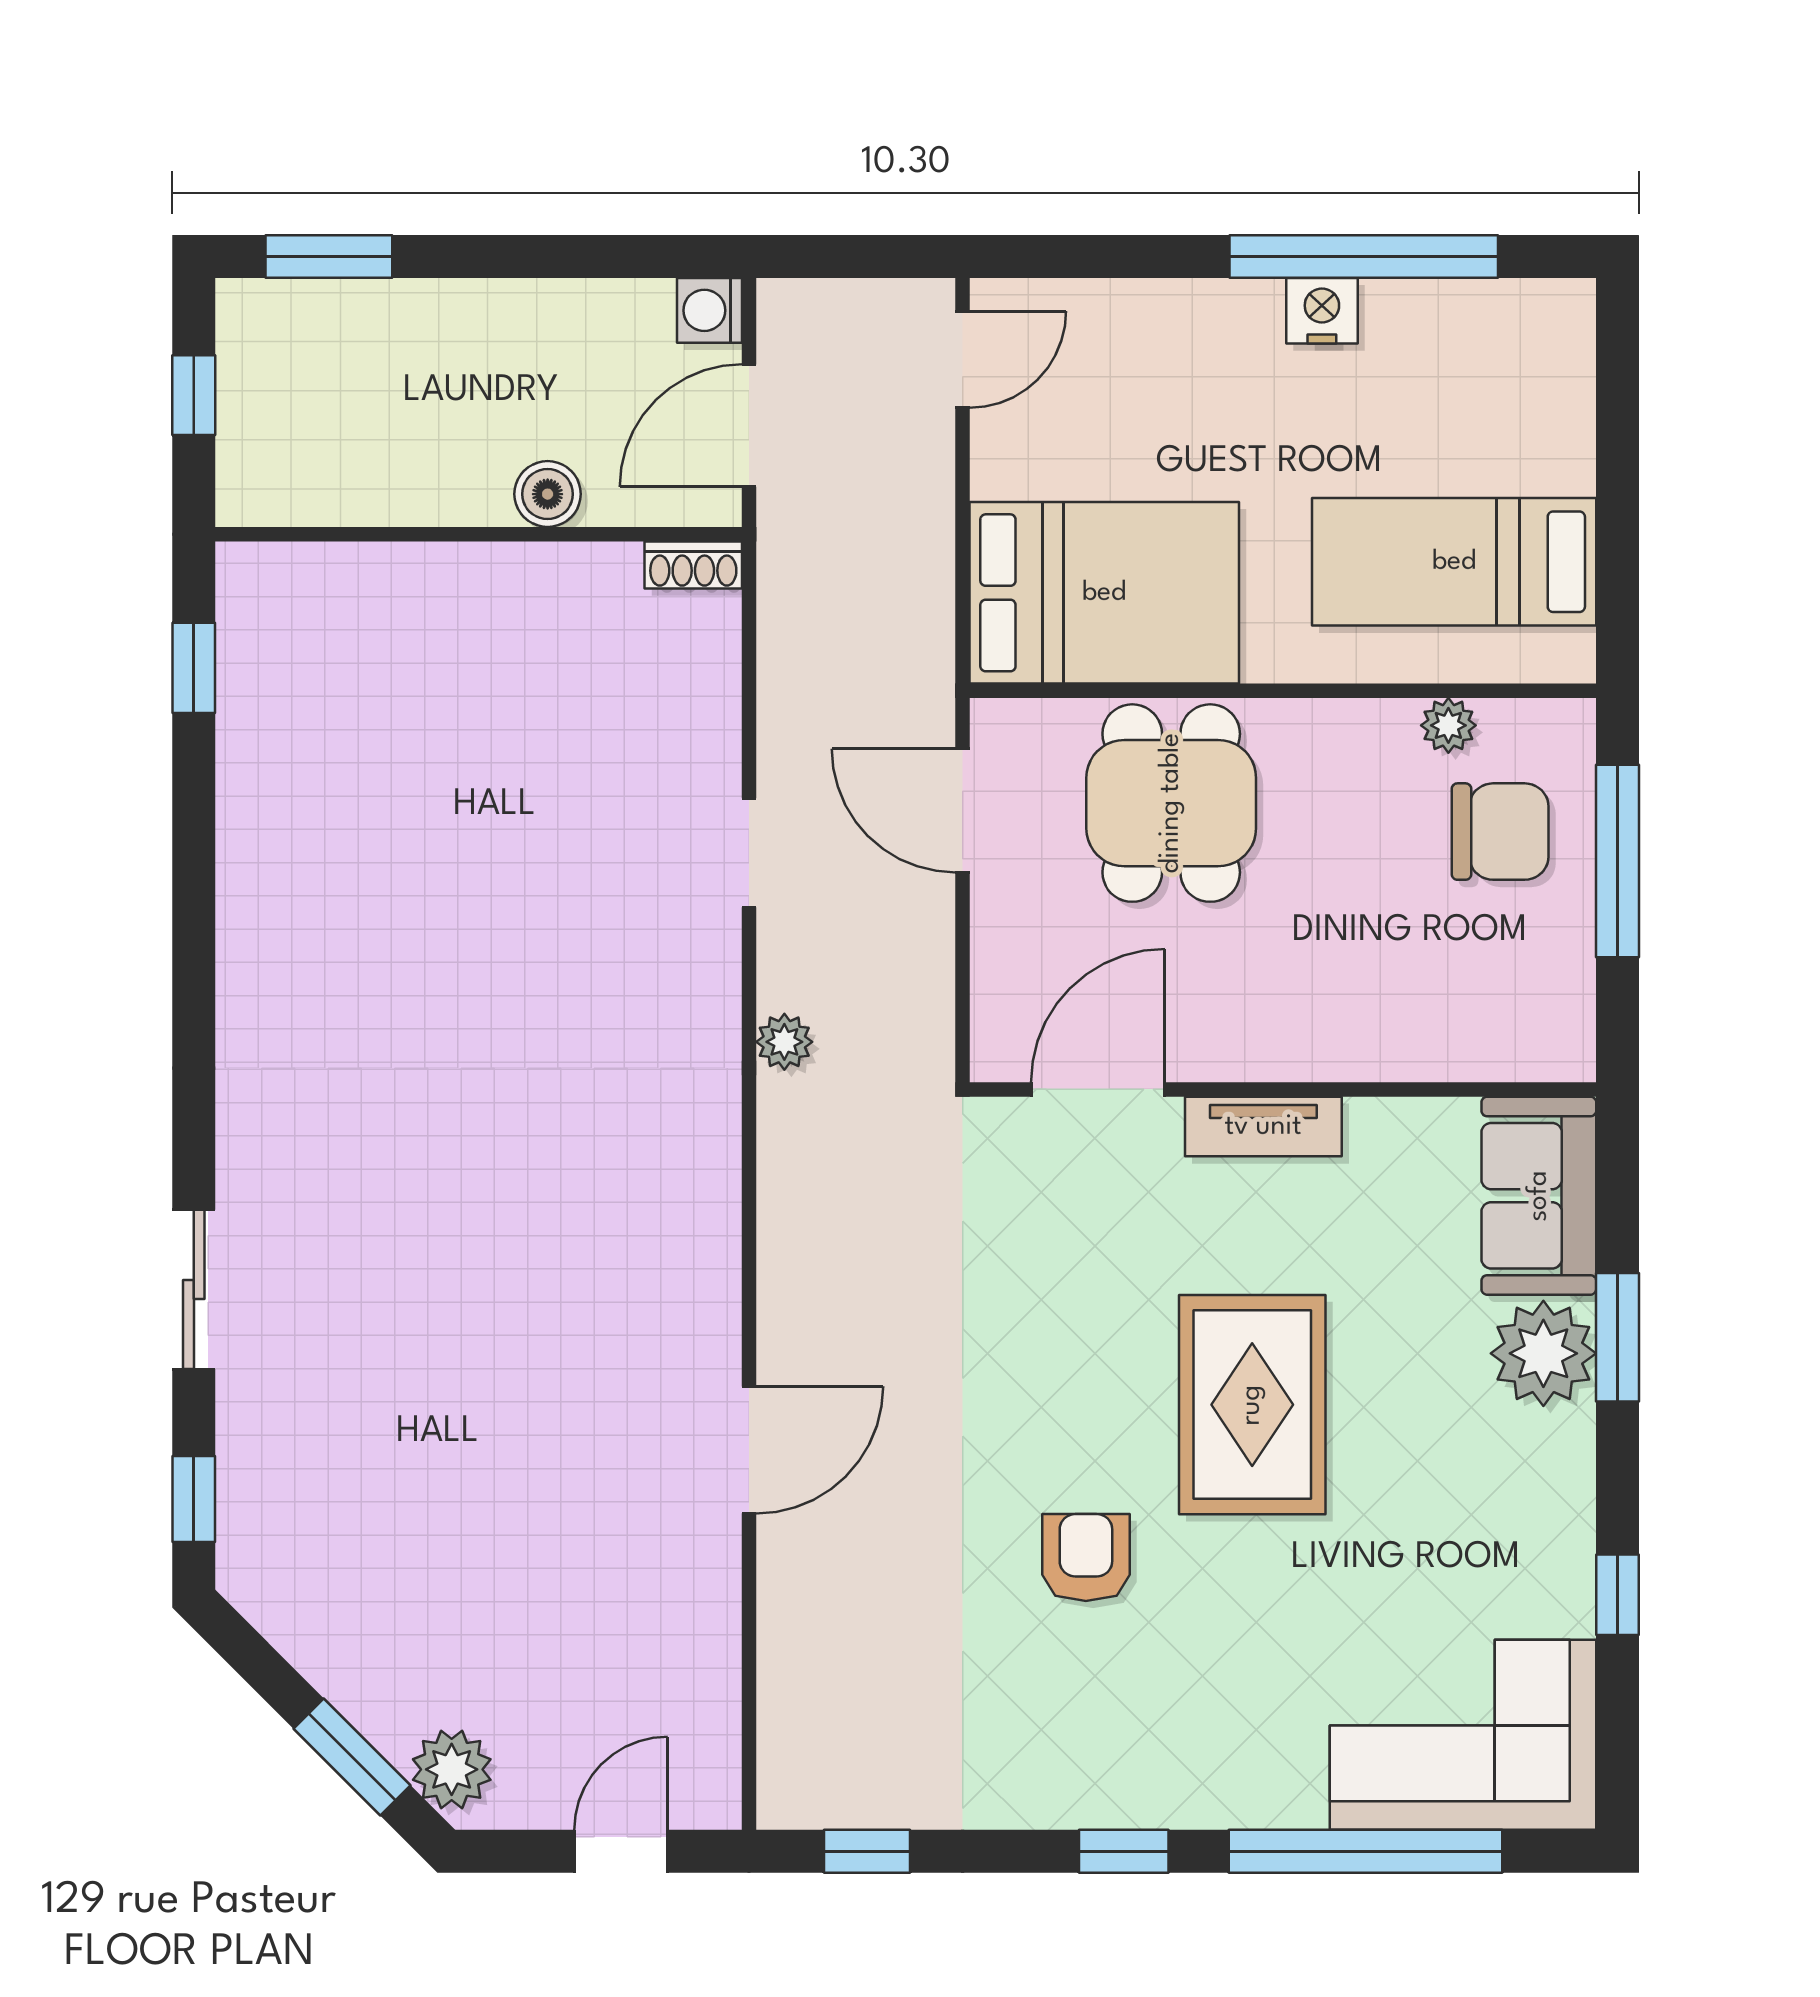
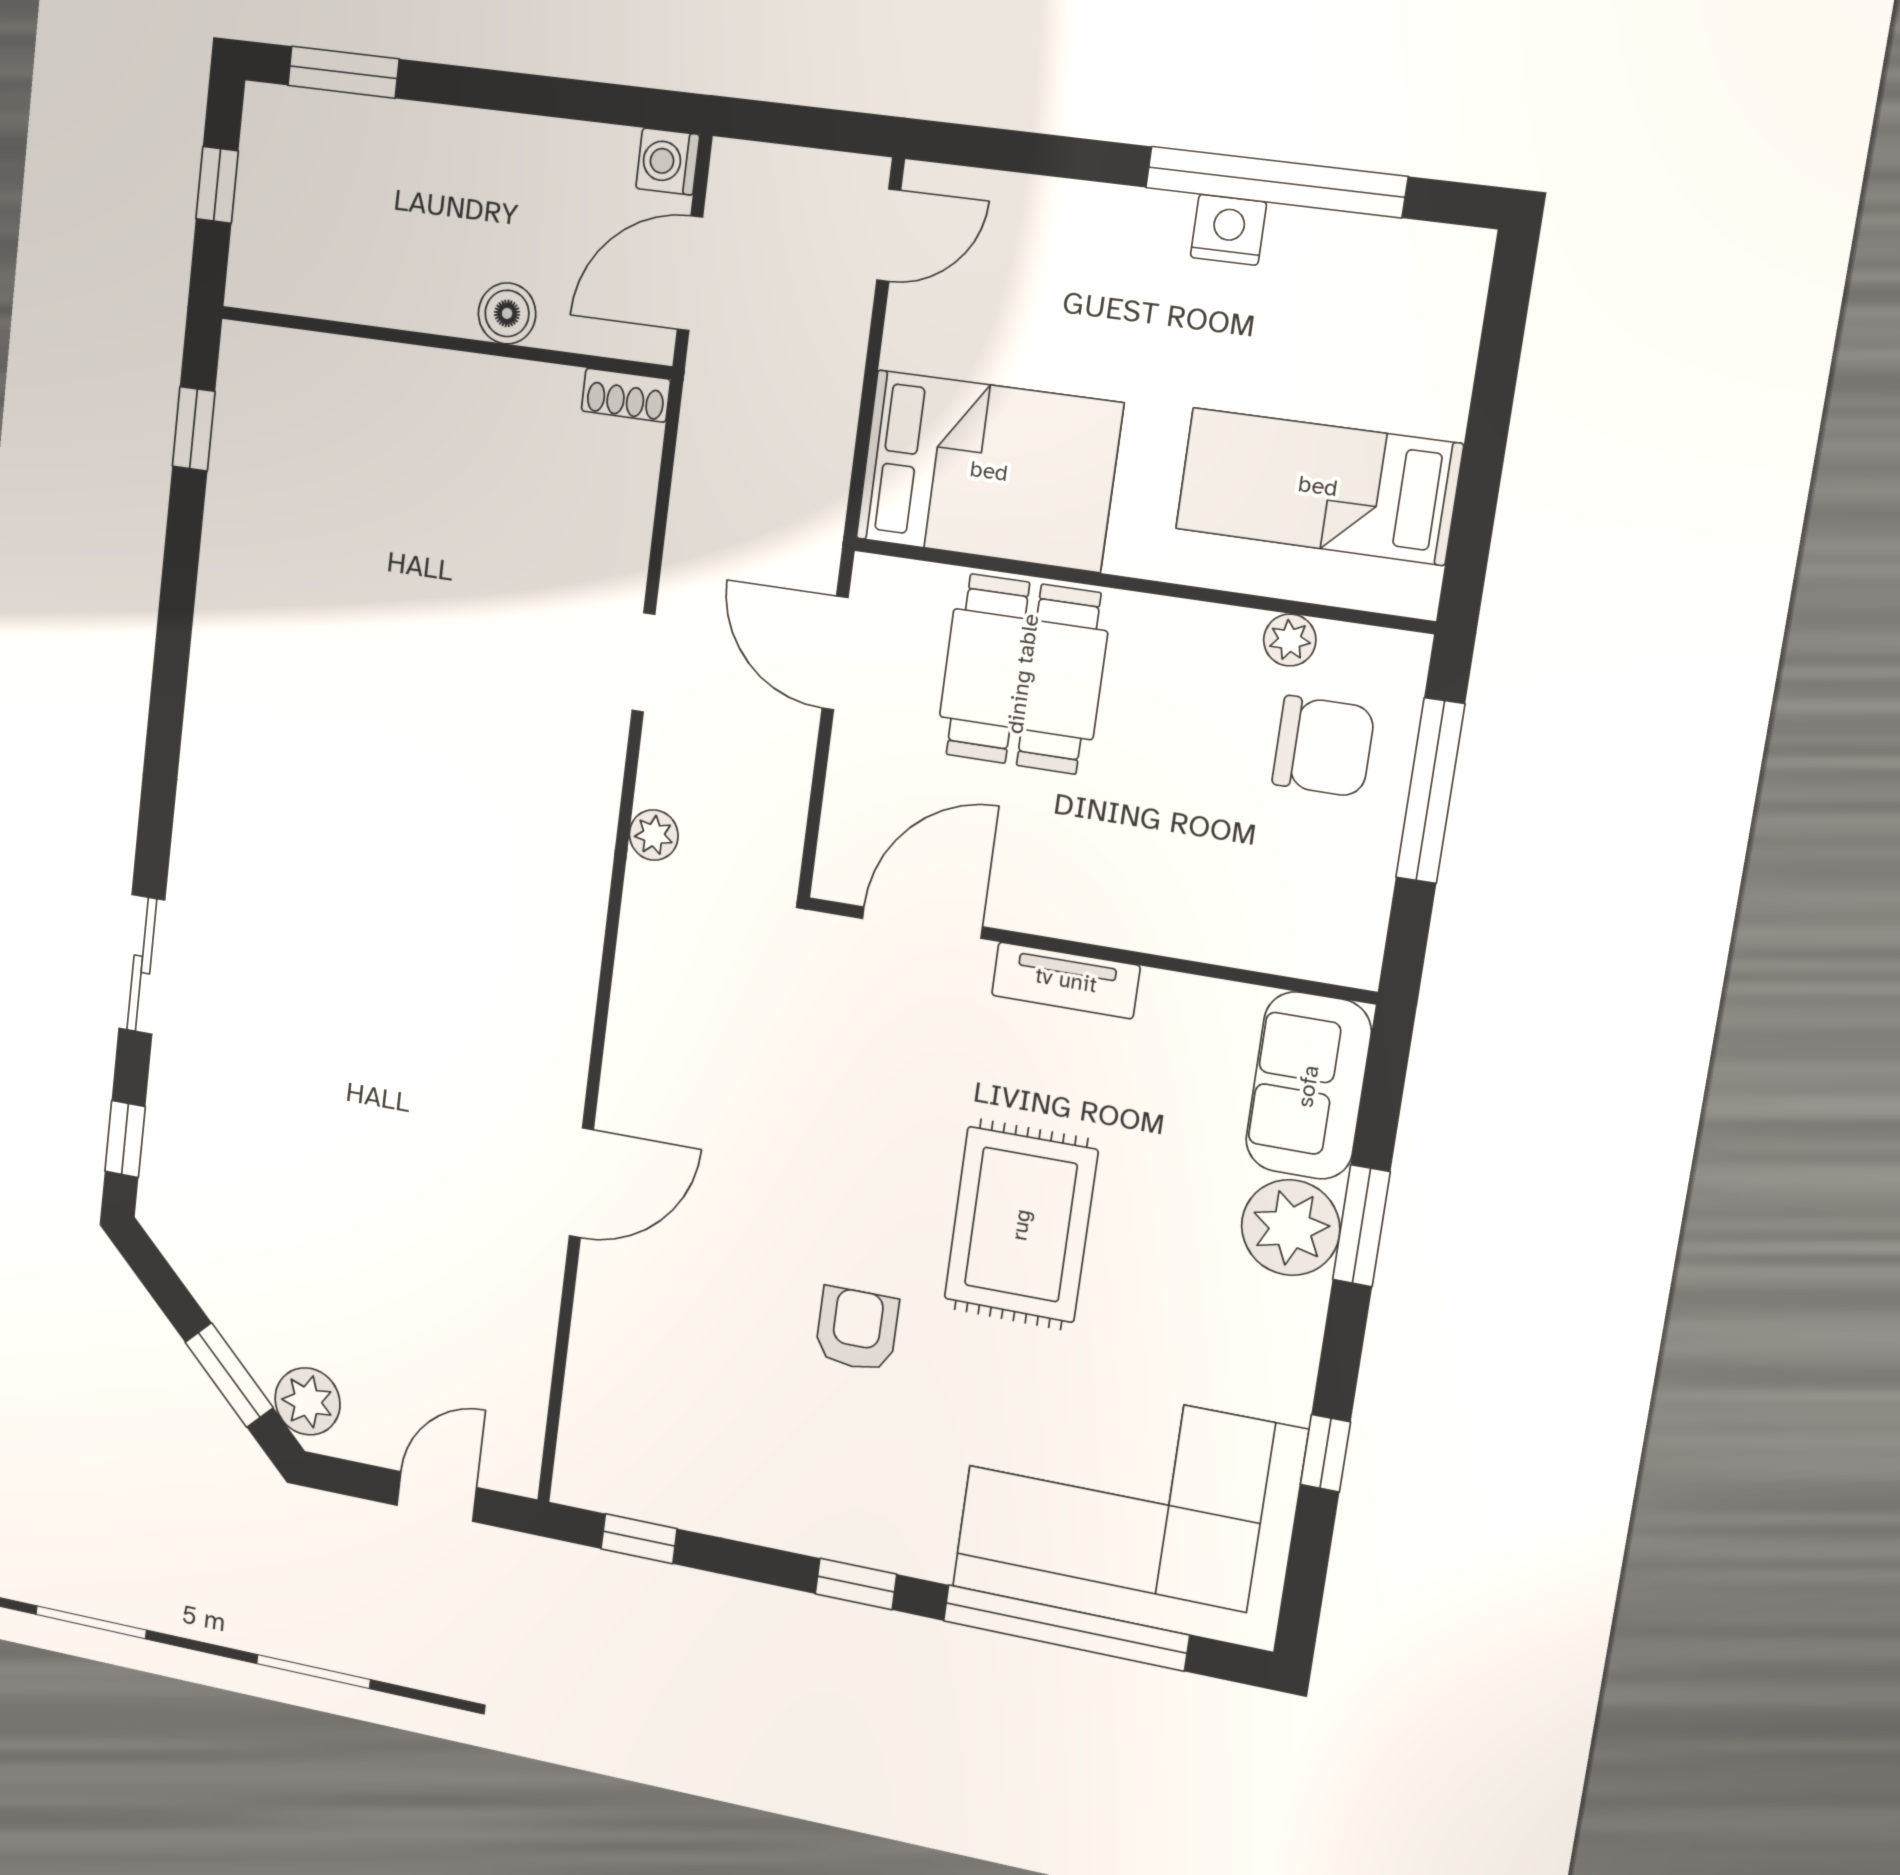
corner sofa: (1463, 1735) -> (1128, 1509), width x1.36, depth x1.36

